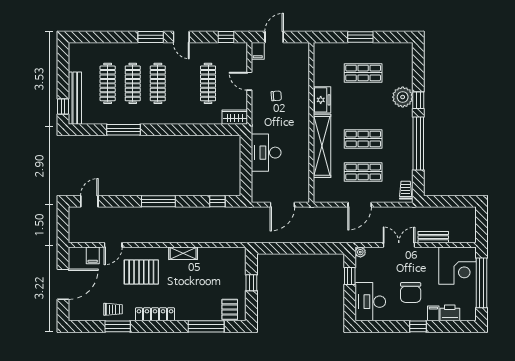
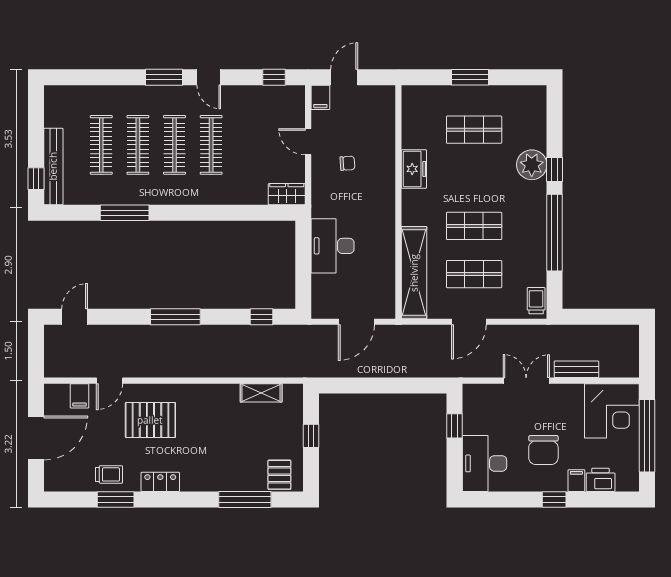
clothes rail: (208, 83) -> (211, 145), moved
shelving: (322, 146) -> (414, 273), moved
plant: (360, 252) -> (470, 391), removed
shelving: (183, 253) -> (261, 393), moved
locker: (155, 314) -> (160, 482), width x0.66

